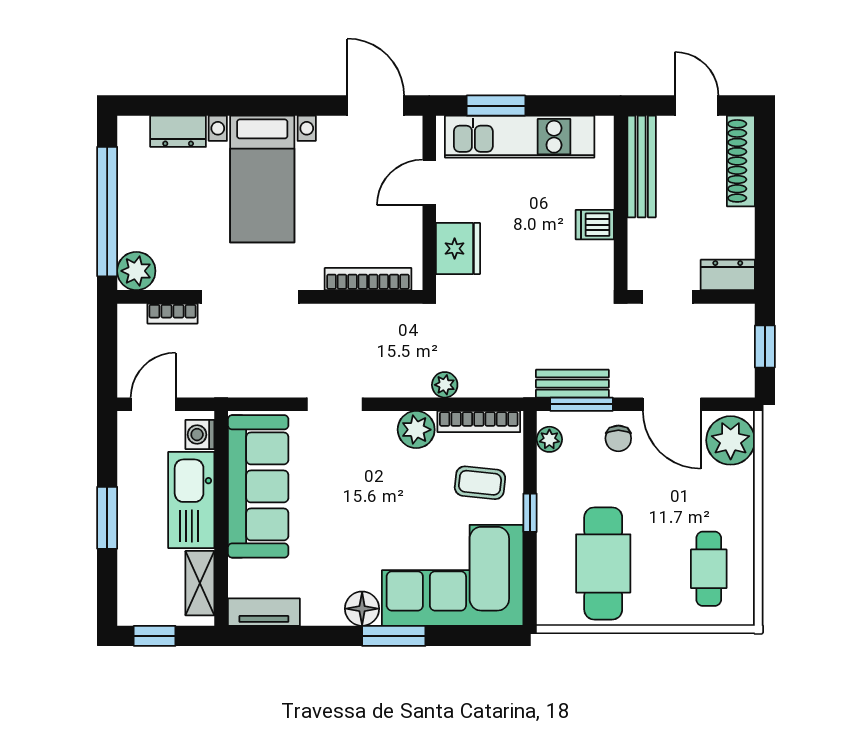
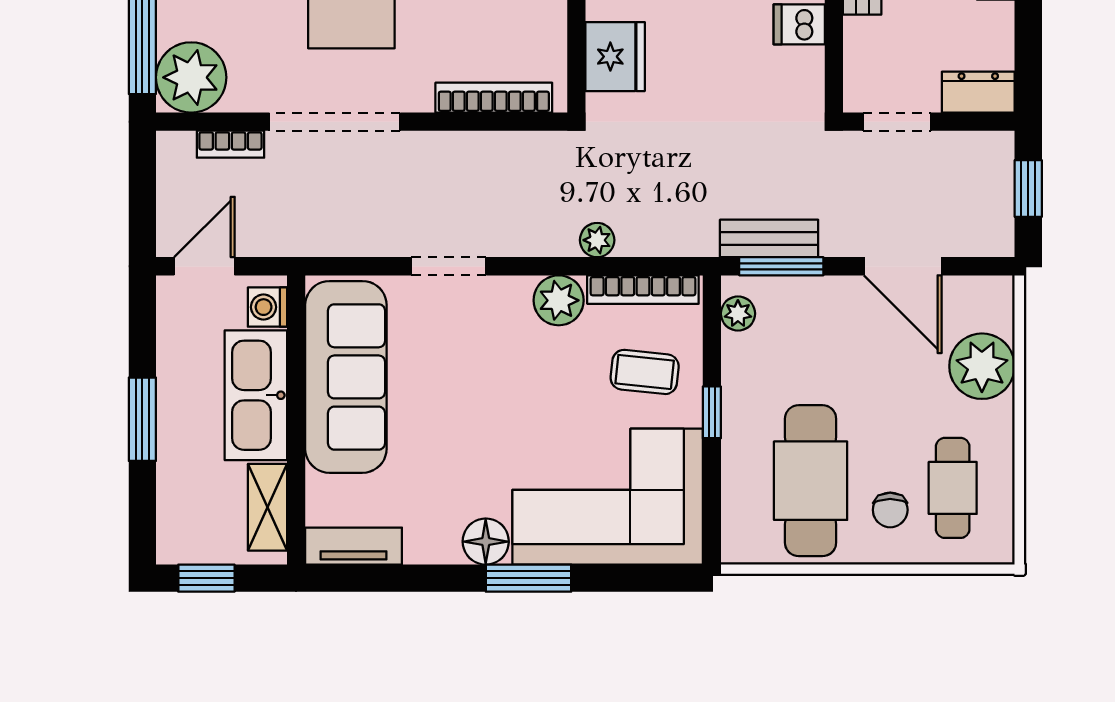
plant: (136, 271) -> (191, 77), width x1.36, depth x1.36
chair: (618, 438) -> (890, 510), moved
plant: (731, 440) -> (982, 366), moved

